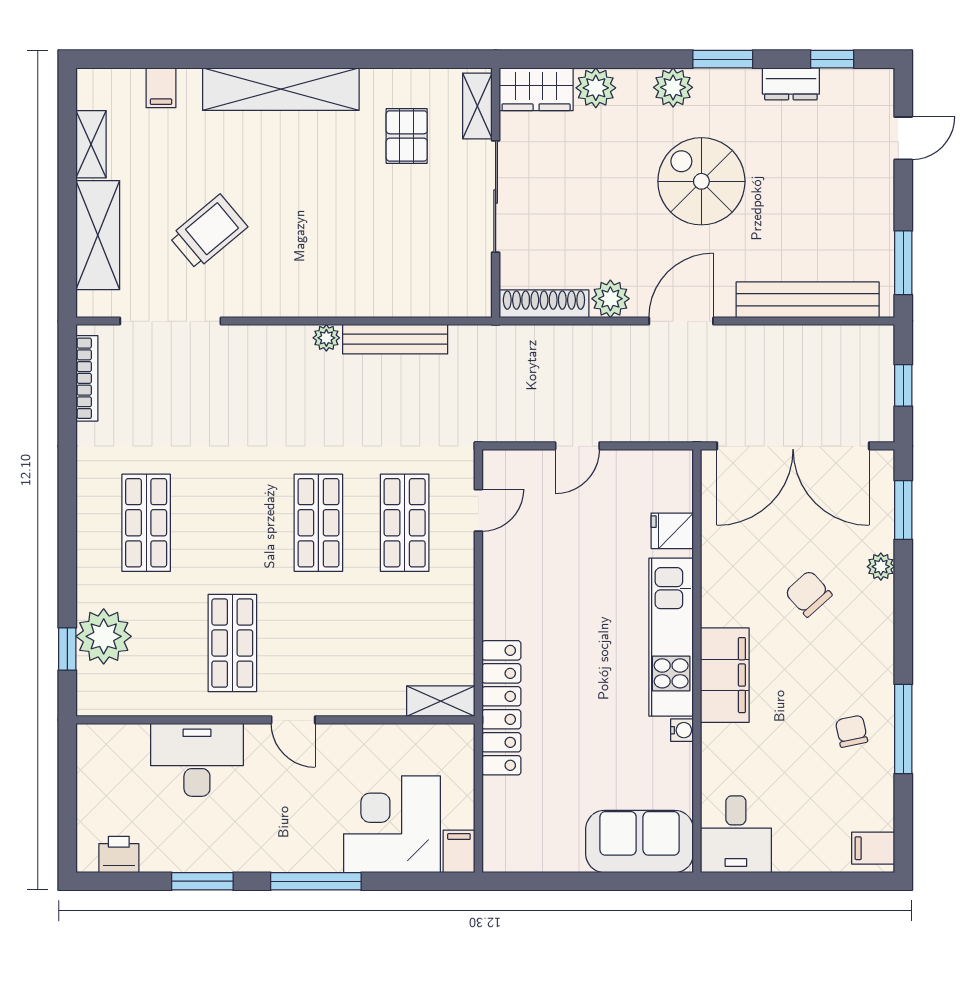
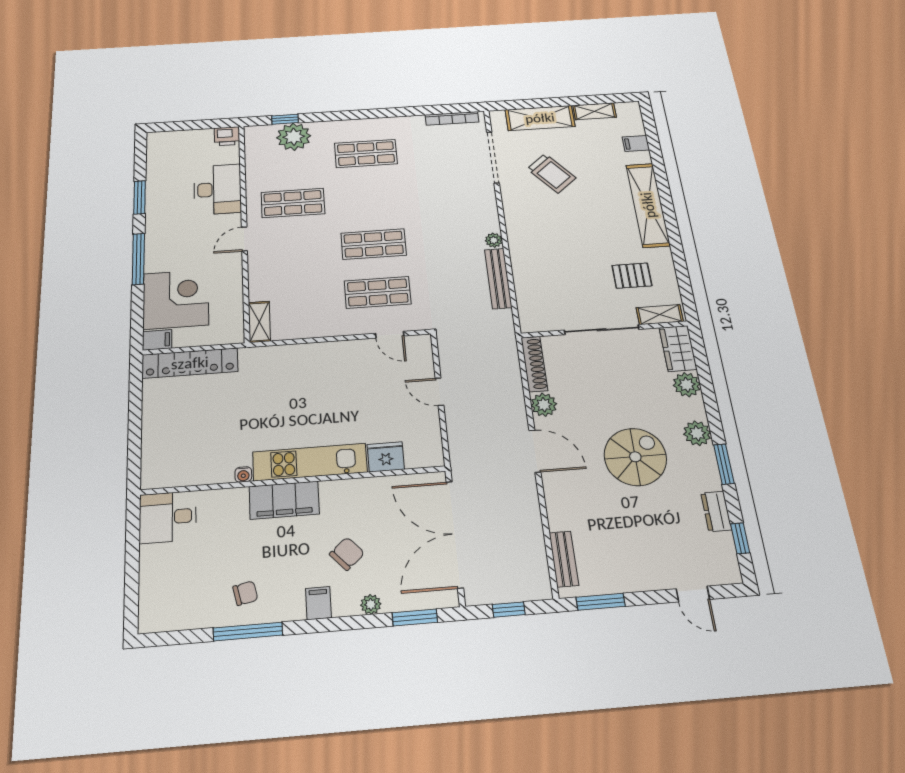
bench: (808, 300) -> (564, 559), width x0.54, depth x0.82
fridge: (672, 531) -> (386, 457), width x1.38
locker: (501, 708) -> (190, 363), moved
sofa: (640, 841) -> (163, 453), removed
filing cabinet: (873, 848) -> (318, 603), moved
printer: (119, 854) -> (227, 136), moved, turned 90

